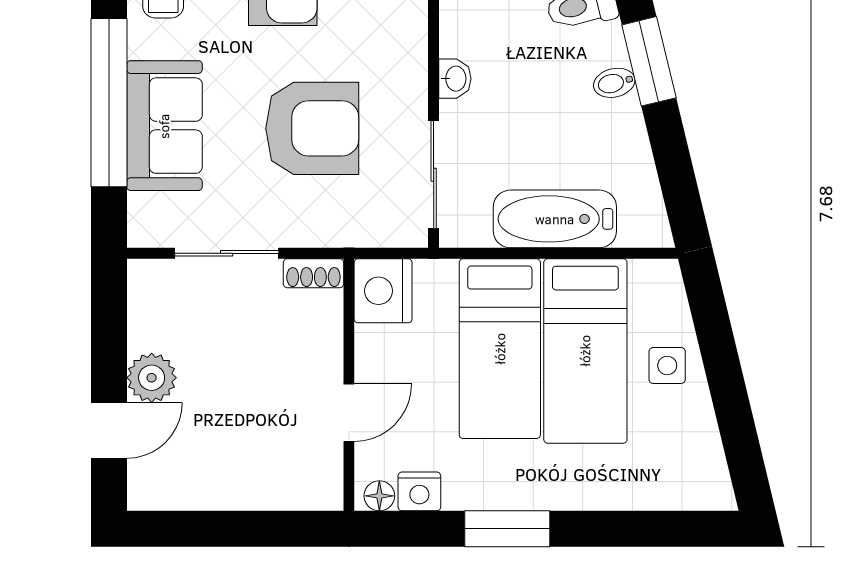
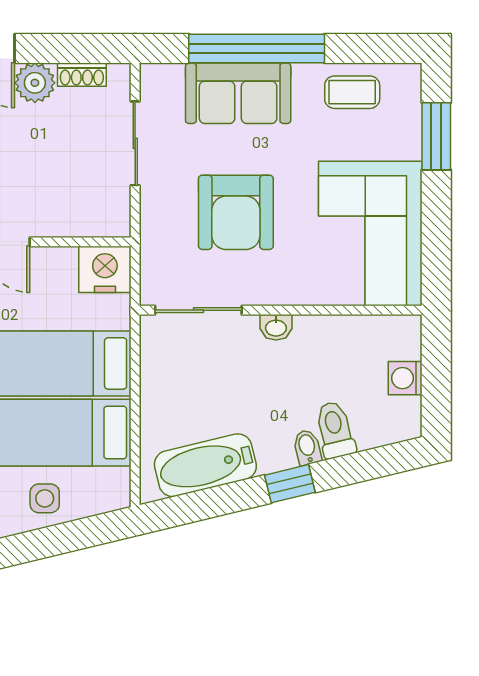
window: (649, 61) -> (290, 484), width x0.67
bidet: (614, 83) -> (307, 447), moved
bathtub: (555, 219) -> (205, 465), moved, turned -104
shoe rack: (313, 273) -> (82, 75), moved, turned -90

